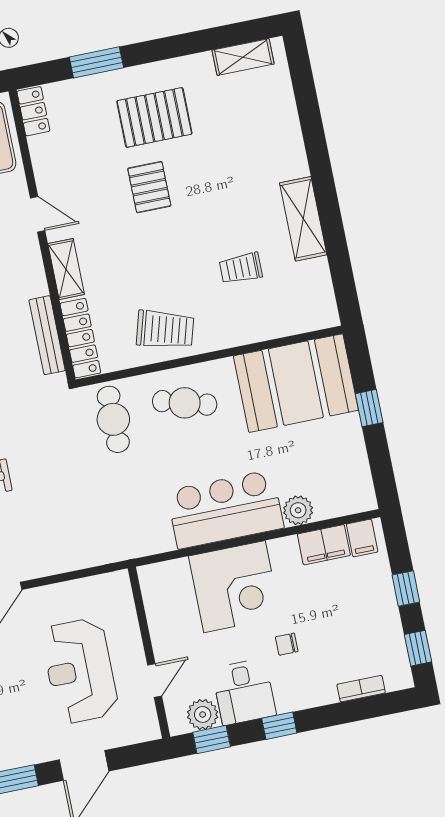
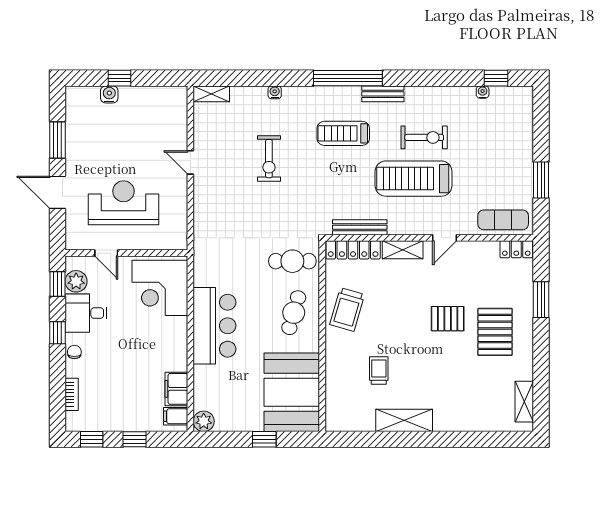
plant: (298, 510) -> (204, 421), moved
corner desk: (235, 587) -> (160, 288), moved
chair: (287, 644) -> (74, 352), moved

